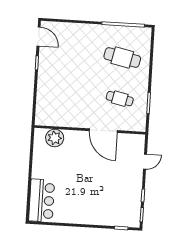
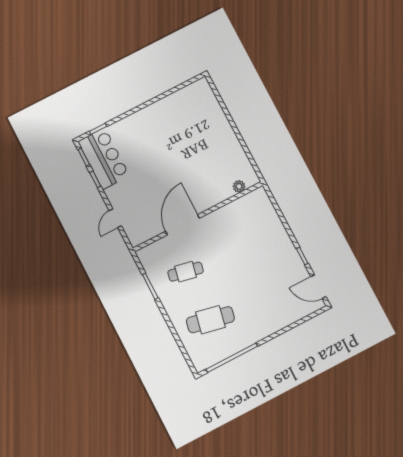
door: (103, 131) -> (183, 225), hinge flipped
plant: (55, 138) -> (239, 186), width x0.53, depth x0.53
bar counter: (42, 201) -> (104, 159), moved, turned 180

